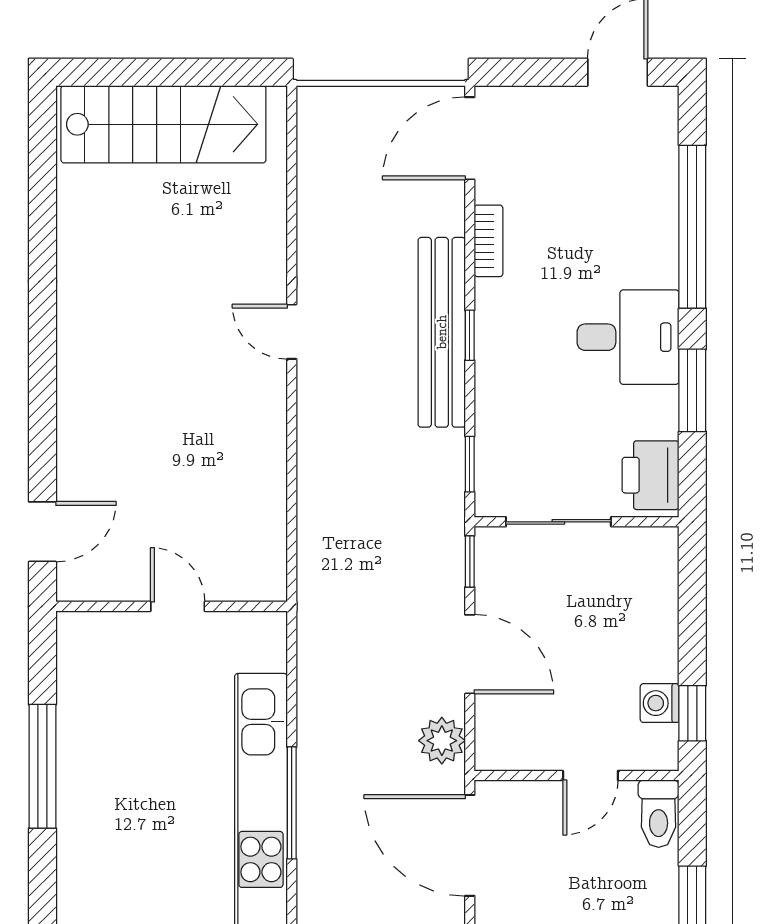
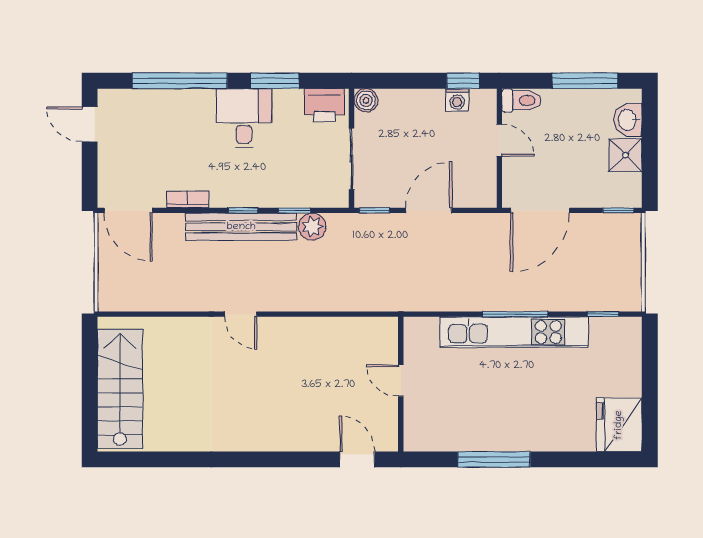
door: (292, 332) -> (241, 314), hinge flipped
window: (470, 464) -> (294, 210), moved
boiler: (659, 546) -> (366, 100), added
door: (178, 606) -> (401, 381), hinge flipped
plant: (442, 741) -> (312, 227), moved

